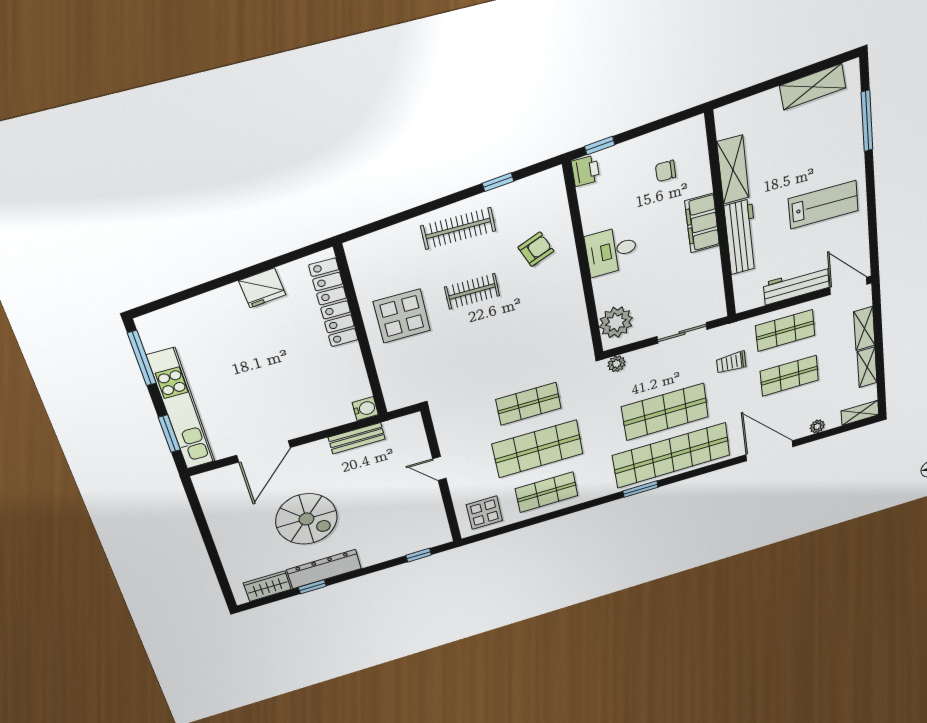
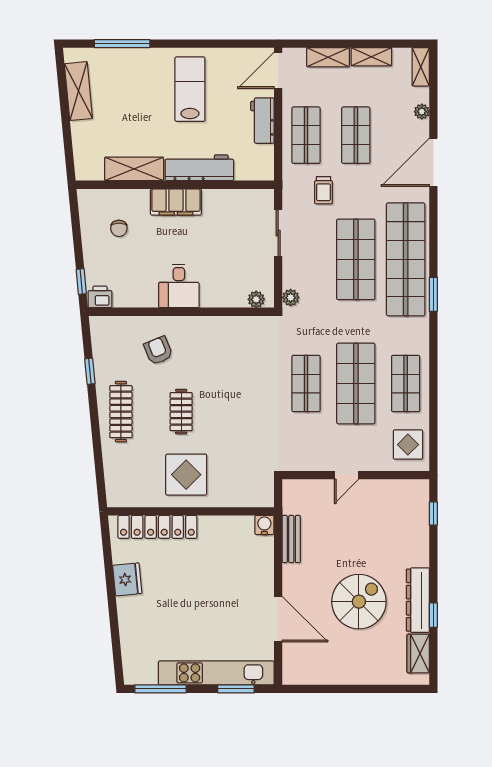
workbench: (796, 285) -> (262, 121), width x0.73
plant: (616, 322) -> (256, 299), width x0.53, depth x0.53

